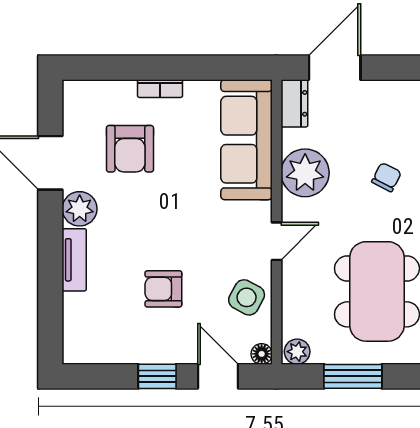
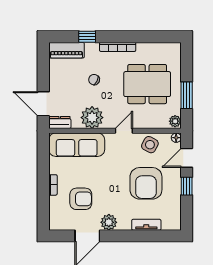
door: (277, 241) -> (124, 131), hinge flipped
tv unit: (74, 260) -> (146, 225), moved
armchair: (163, 289) -> (146, 183), width x1.88, depth x1.88

